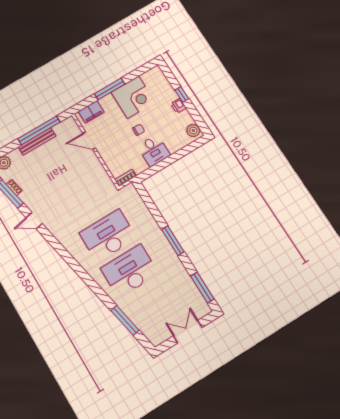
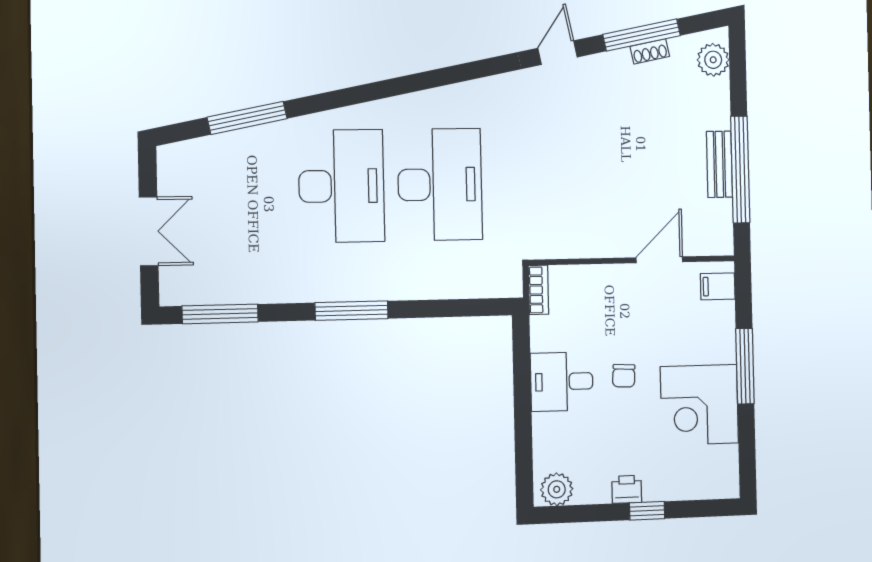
filing cabinet: (91, 112) -> (718, 286), width x0.50
bench: (37, 141) -> (719, 164), width x0.73

